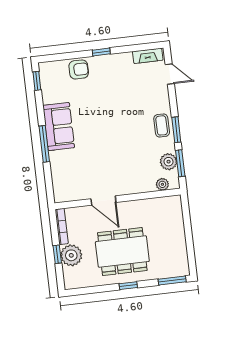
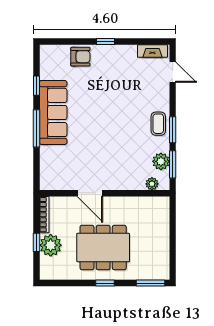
window: (37, 81) -> (36, 86), moved
sofa: (59, 127) -> (53, 112), width x1.36

